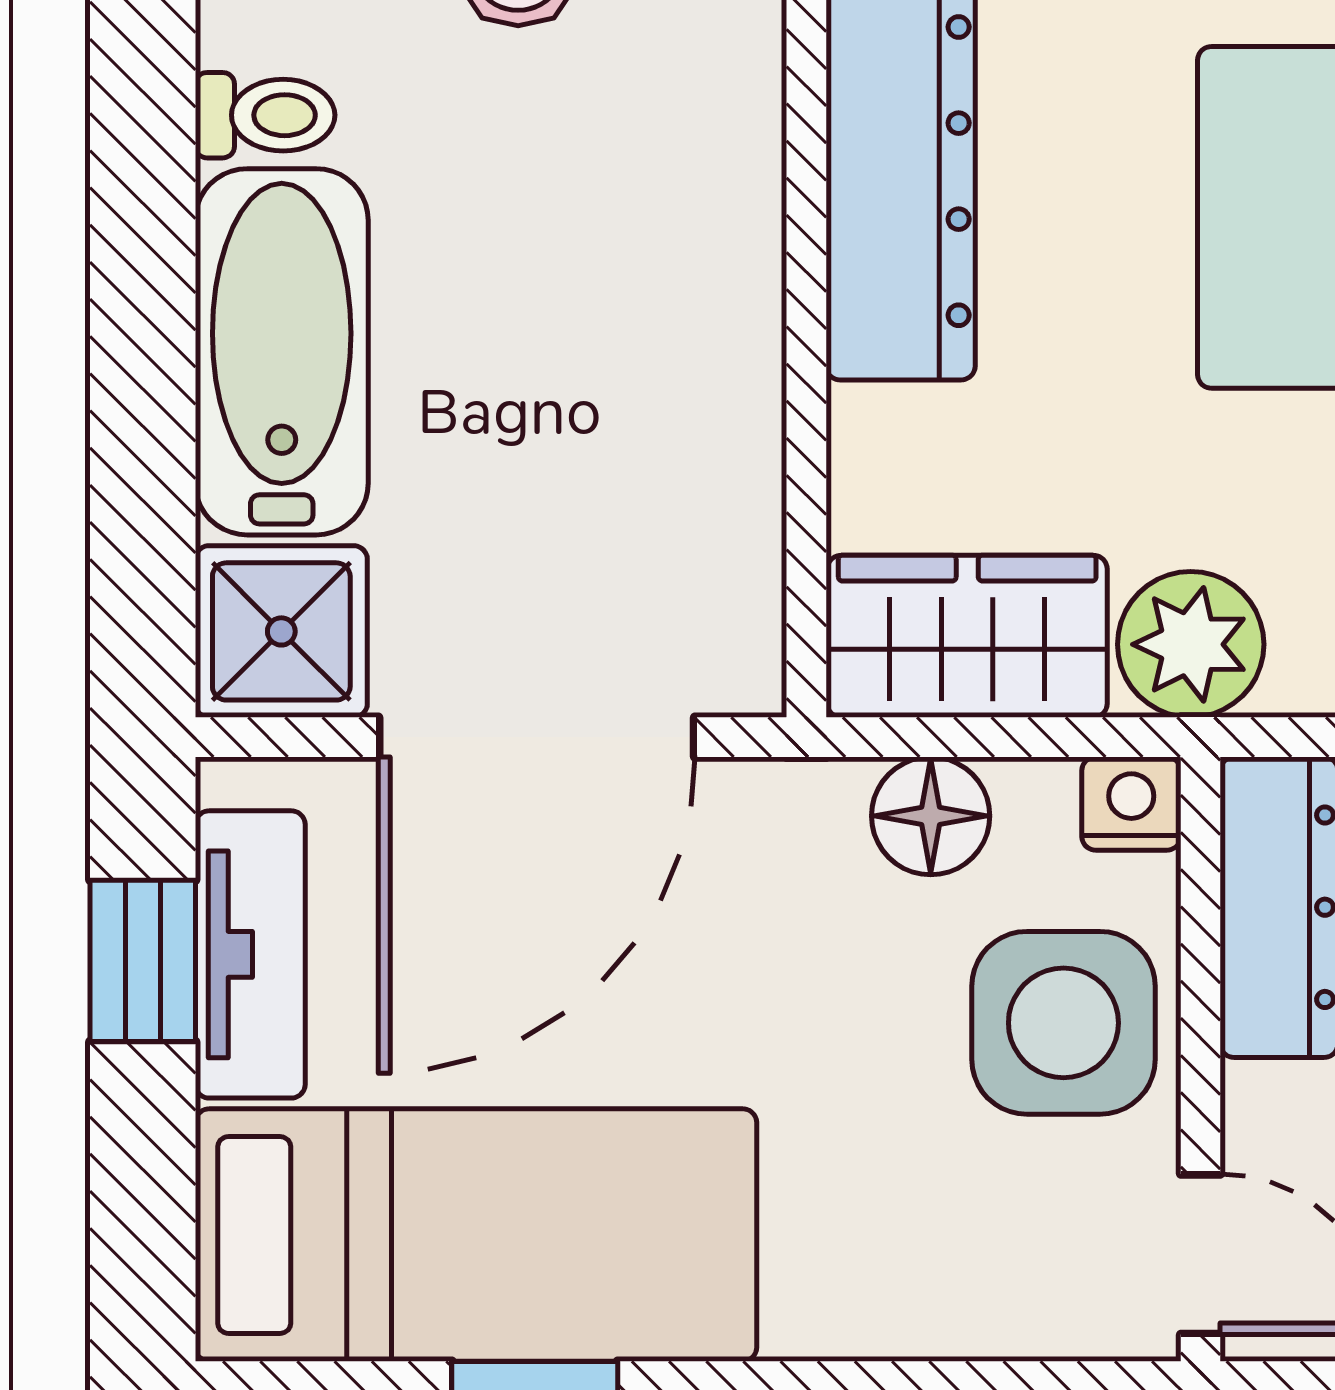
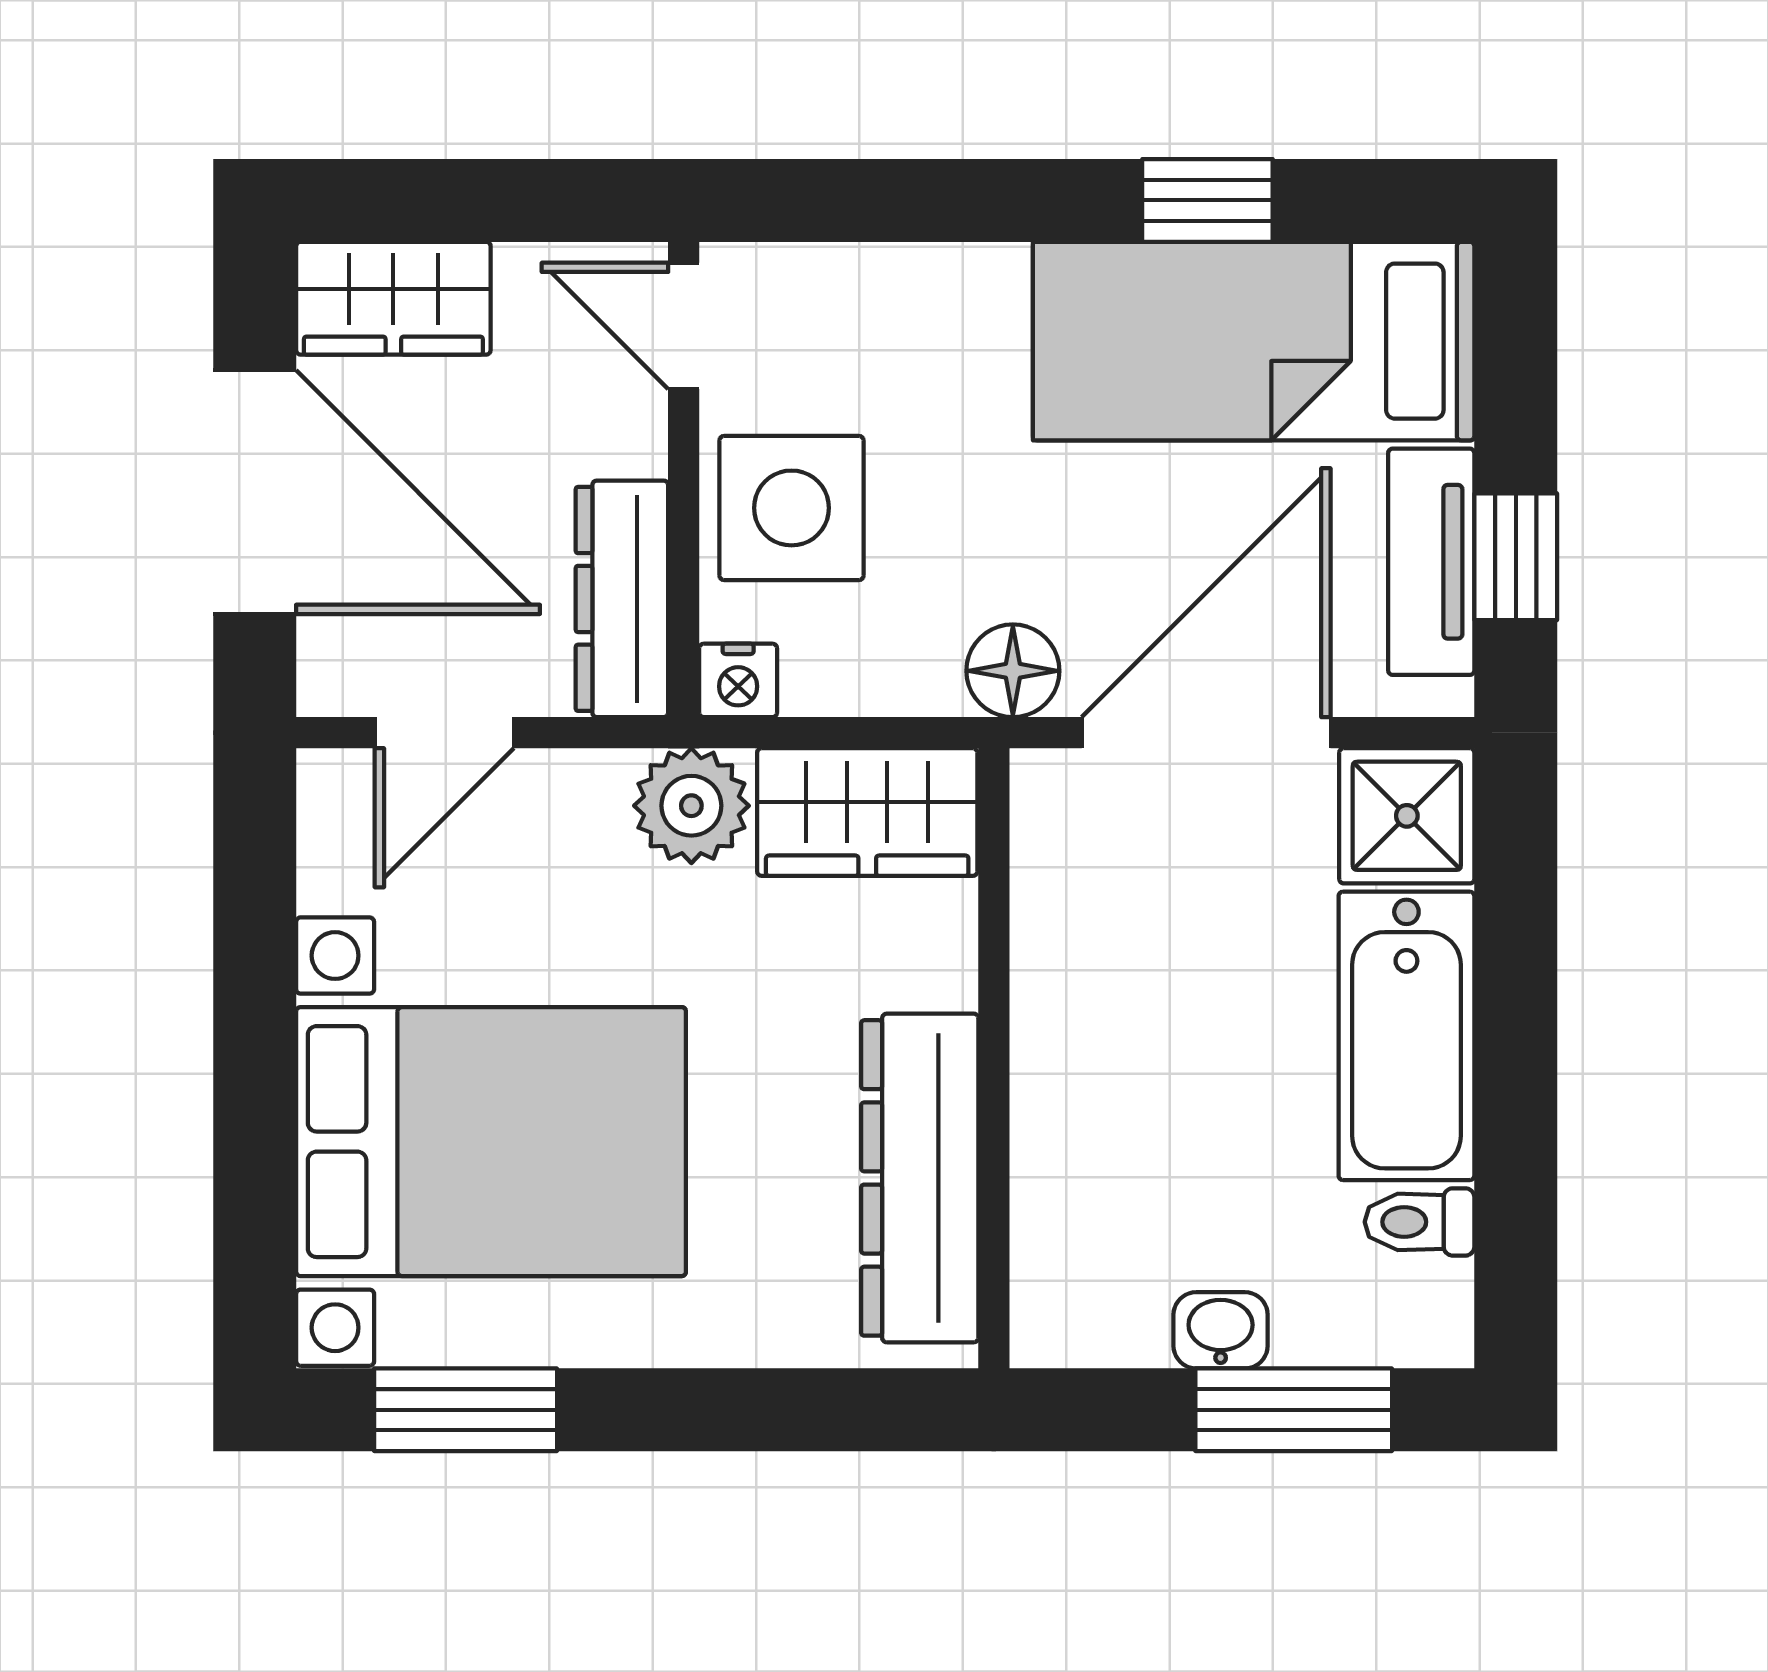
floor lamp: (931, 816) -> (1013, 671), moved

